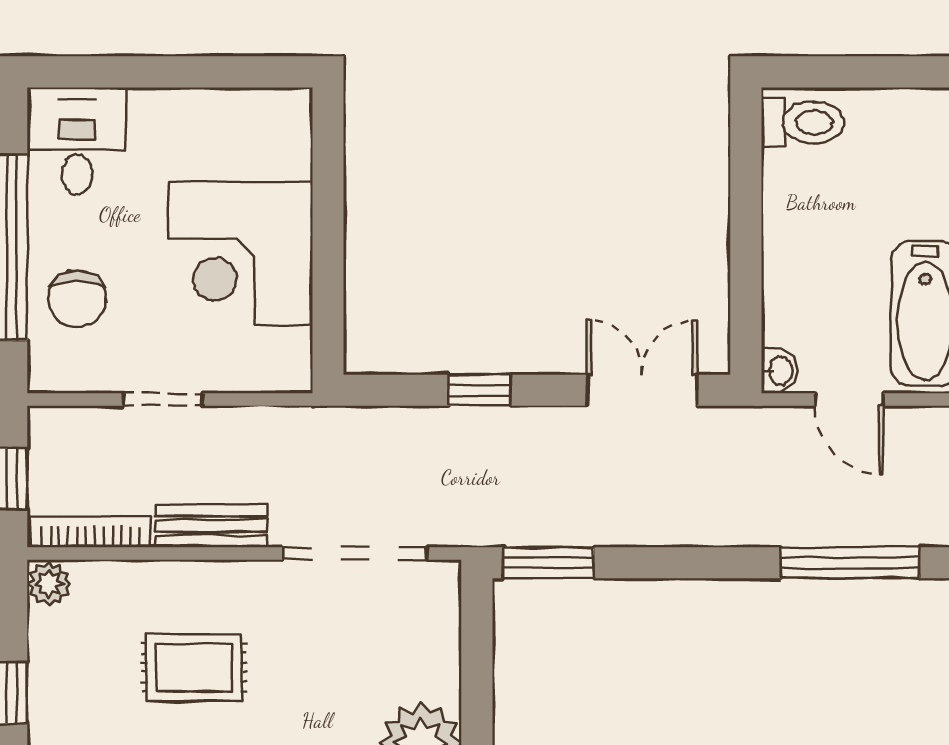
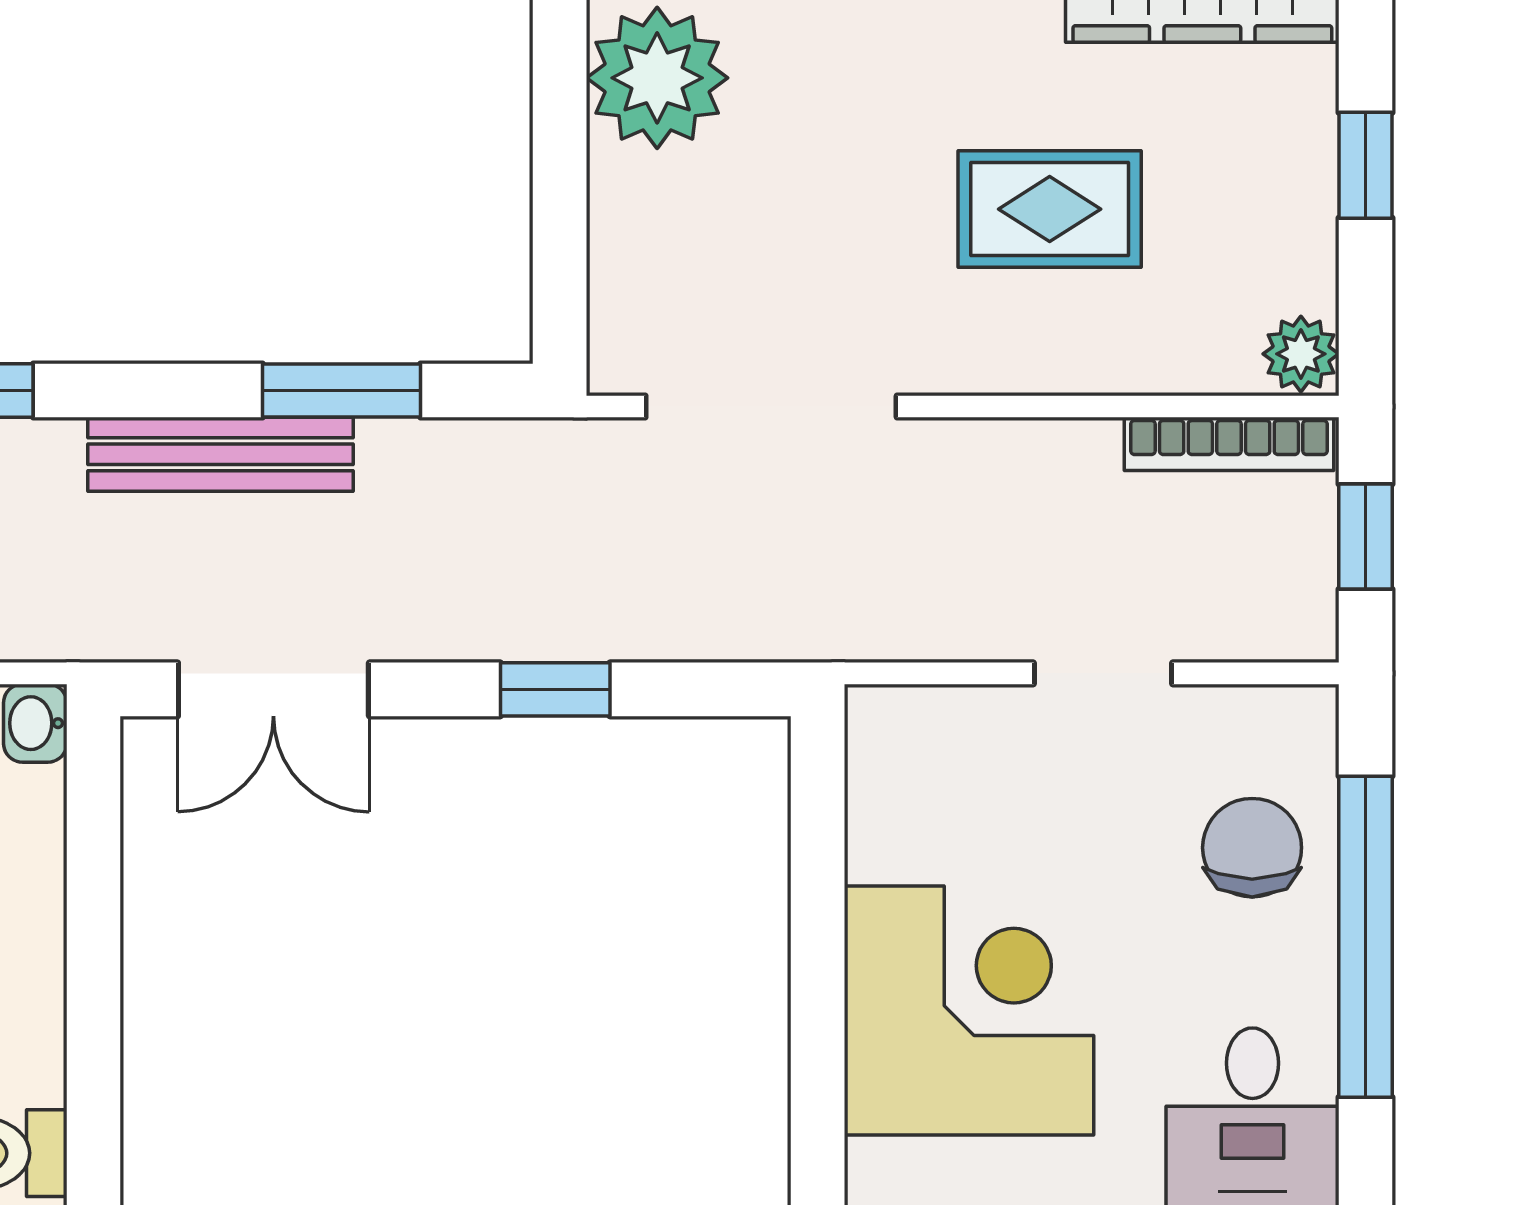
corner desk: (241, 253) -> (969, 1011), moved
bench: (211, 526) -> (220, 454), moved, width x1.36
window: (548, 563) -> (342, 390), moved

